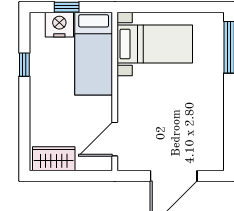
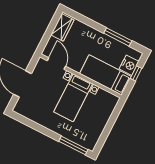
bed with nightstands: (155, 44) -> (73, 98), moved
window: (24, 65) -> (118, 37), width x2.17

